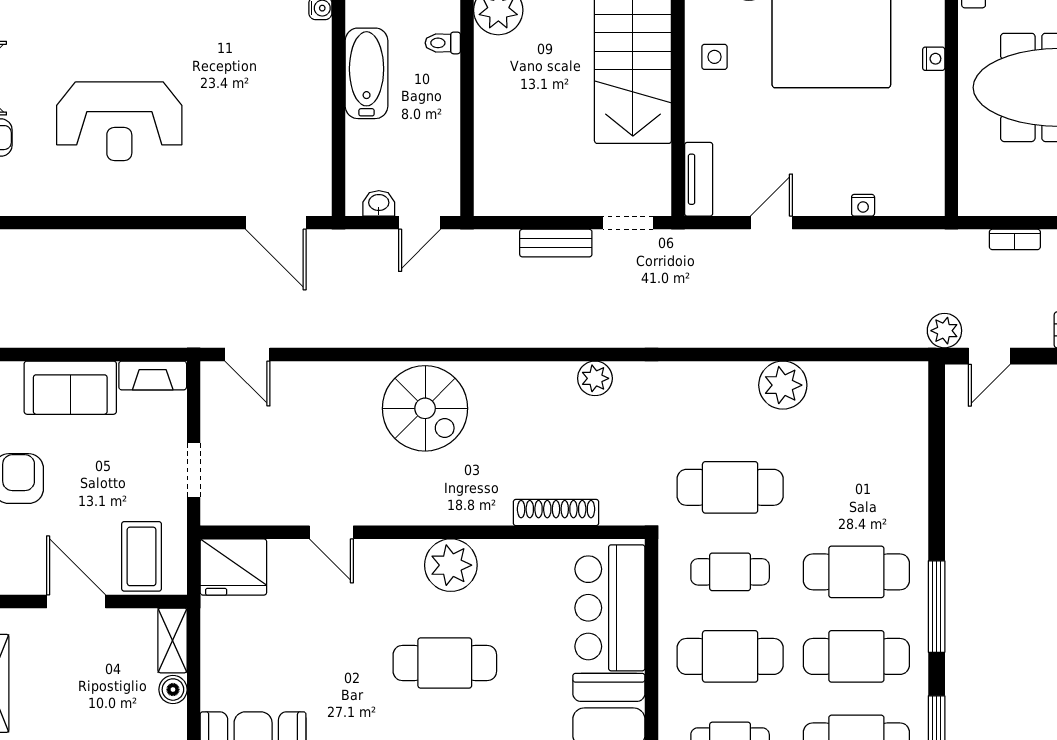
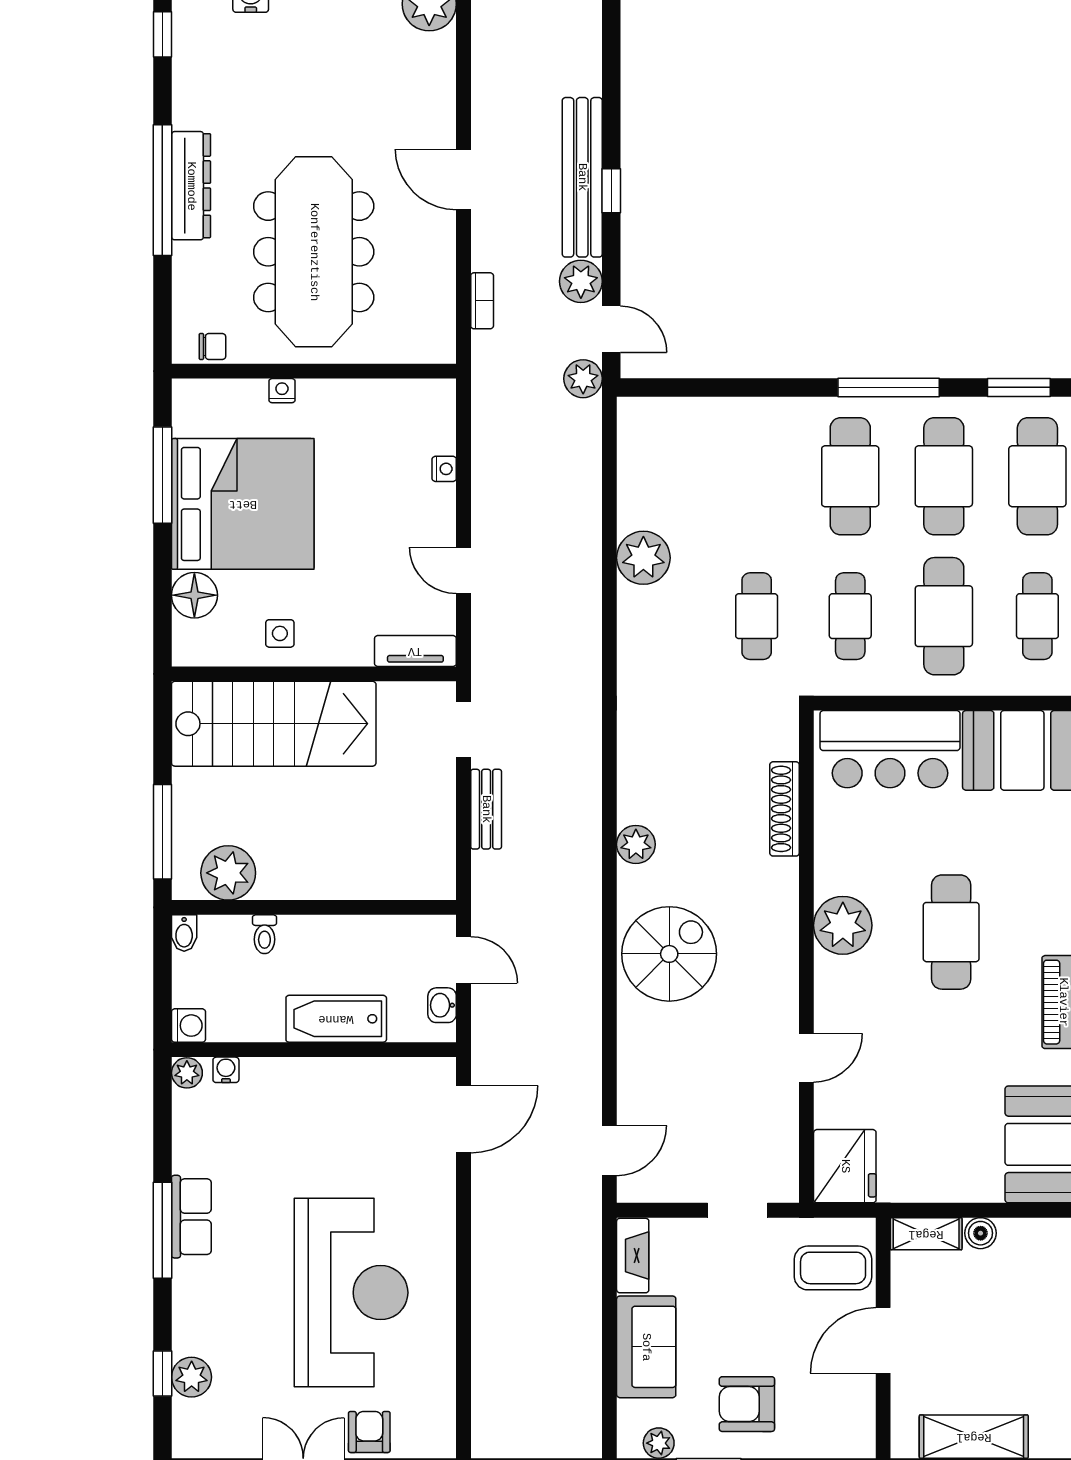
bathtub: (367, 73) -> (336, 1019), moved
reception desk: (119, 121) -> (351, 1293), width x1.36, depth x1.30
plant: (1032, 329) -> (581, 281), added
plant: (595, 378) -> (636, 844), moved
cafe table: (730, 487) -> (757, 616), width x0.73, depth x0.74

